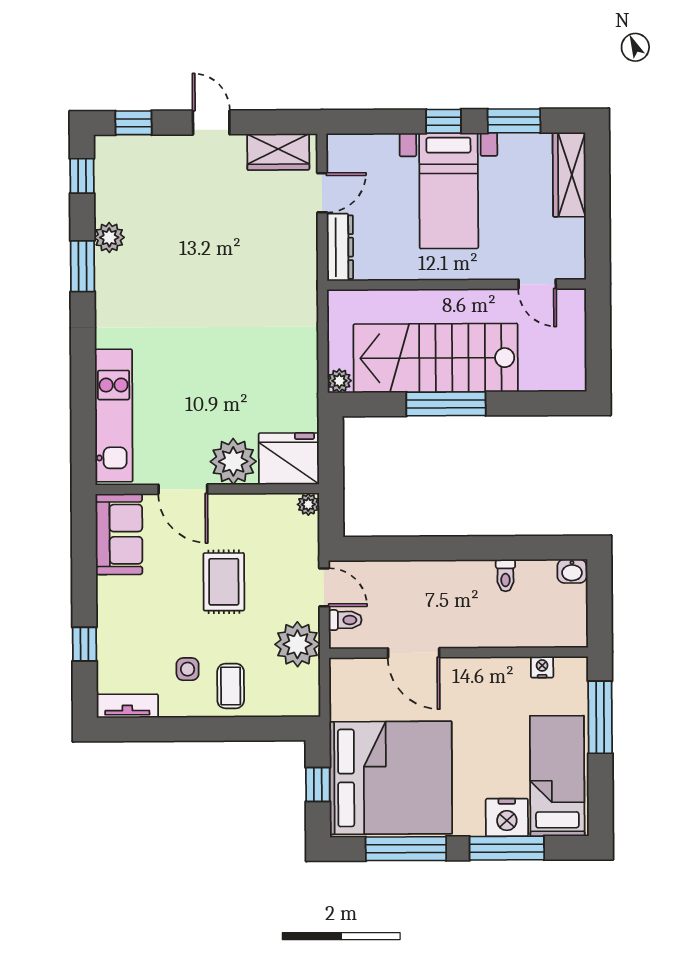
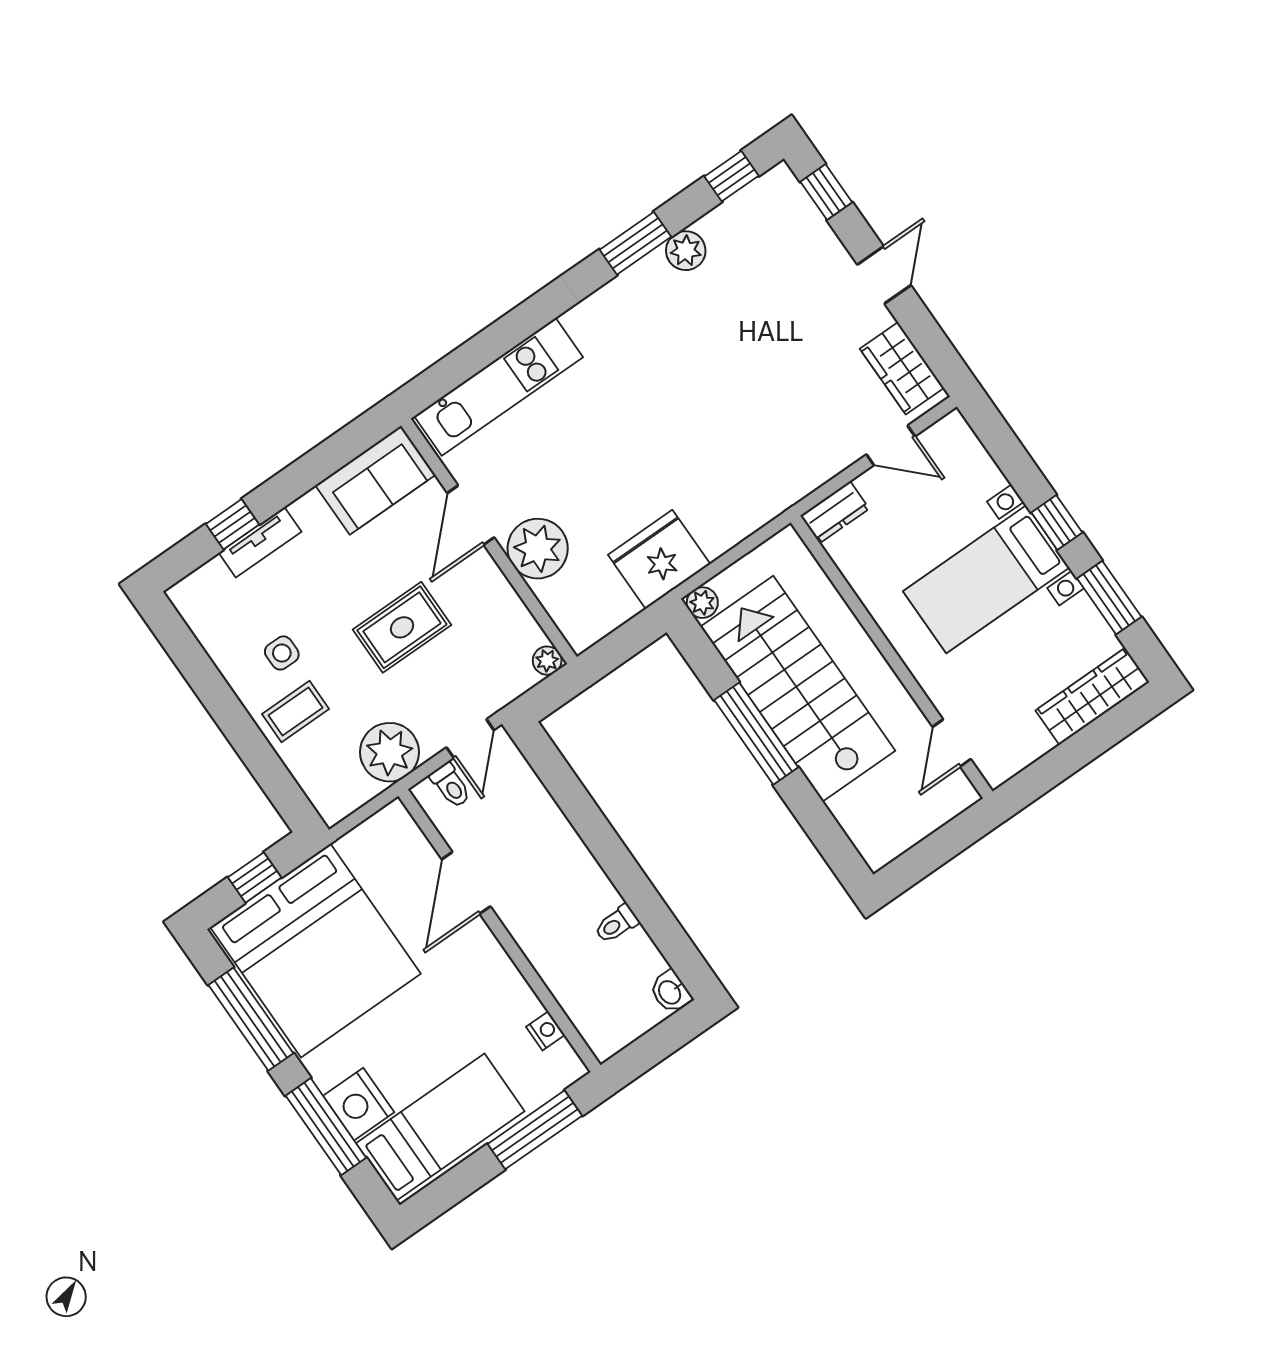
dresser: (340, 247) -> (835, 512), width x0.70
fridge: (289, 459) -> (659, 559), moved, turned -90
tv unit: (127, 706) -> (260, 542), moved, turned 90

